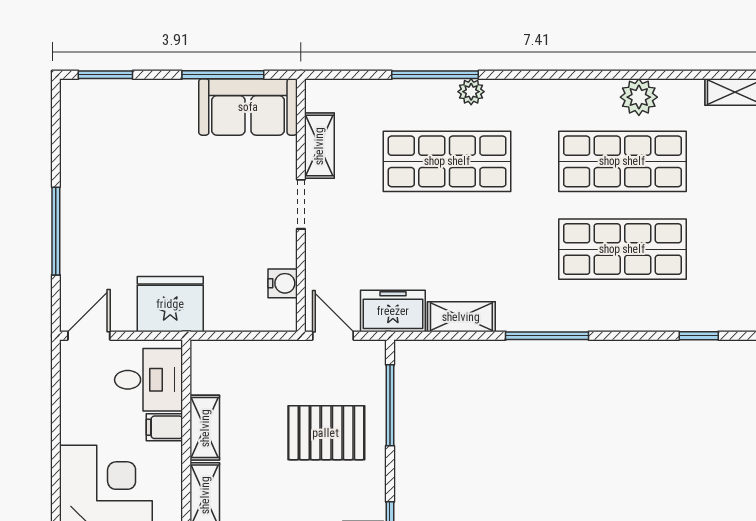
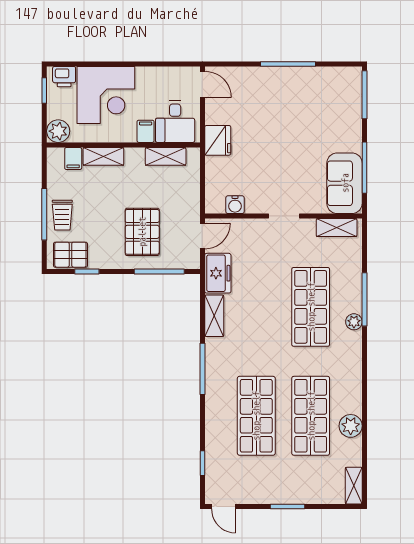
window: (105, 75) -> (364, 95), width x1.44
shelving: (319, 146) -> (337, 228), moved
window: (56, 231) -> (288, 64), moved
fridge: (170, 304) -> (218, 140), width x0.73, depth x0.75
shelving: (205, 428) -> (166, 156), moved

